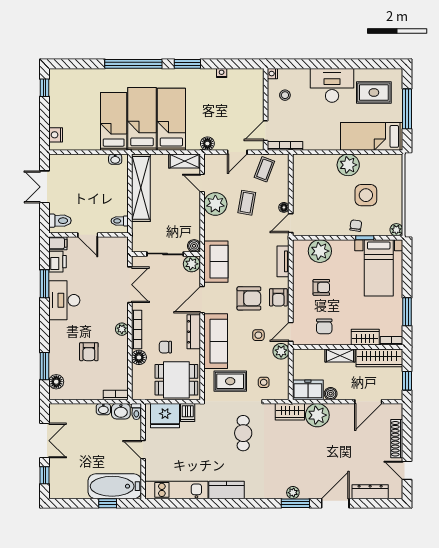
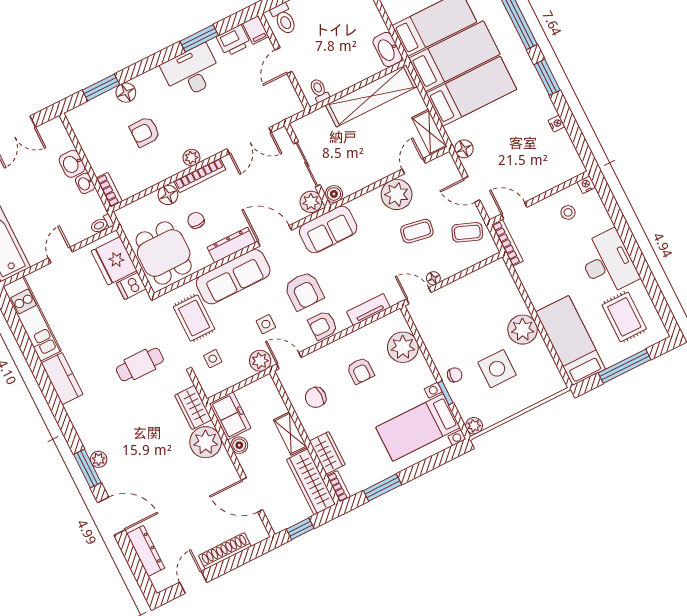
washbasin: (115, 159) -> (387, 50), width x1.91, depth x1.45
floor lamp: (56, 382) -> (126, 93), moved
washbasin: (121, 411) -> (72, 164), moved

